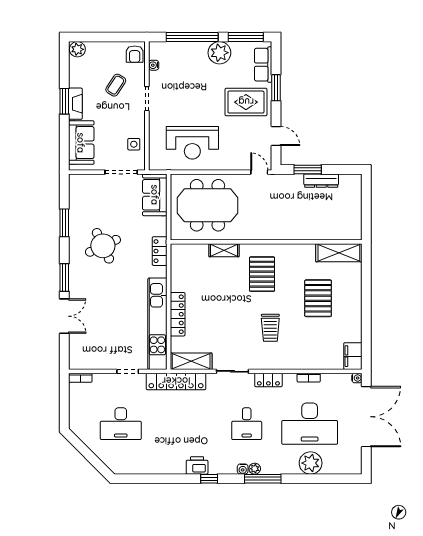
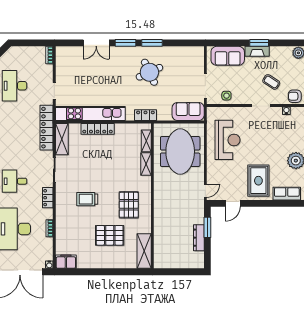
window: (276, 88) -> (269, 203), removed
reception desk: (192, 143) -> (228, 140), turned 180
window: (64, 223) -> (152, 43), moved
shelving: (194, 250) -> (146, 141), added
pallet: (262, 274) -> (129, 205), moved, turned 90

